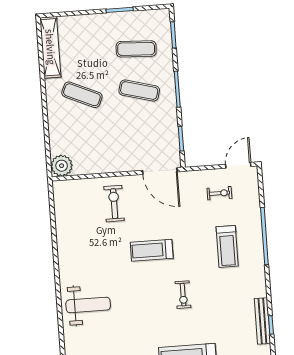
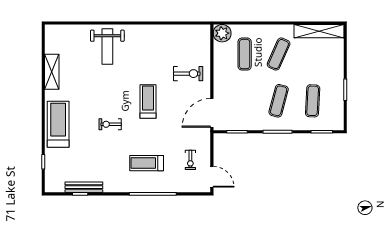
exercise mat: (85, 136) -> (245, 54), added

